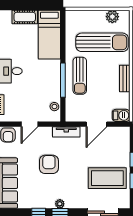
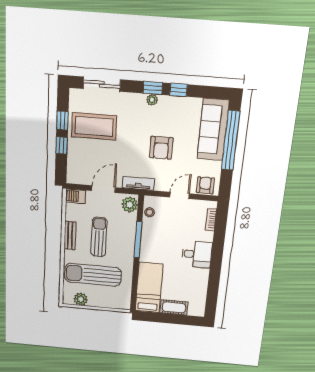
sun lounger: (80, 76) -> (99, 237), moved
plant: (73, 112) -> (130, 205), added

